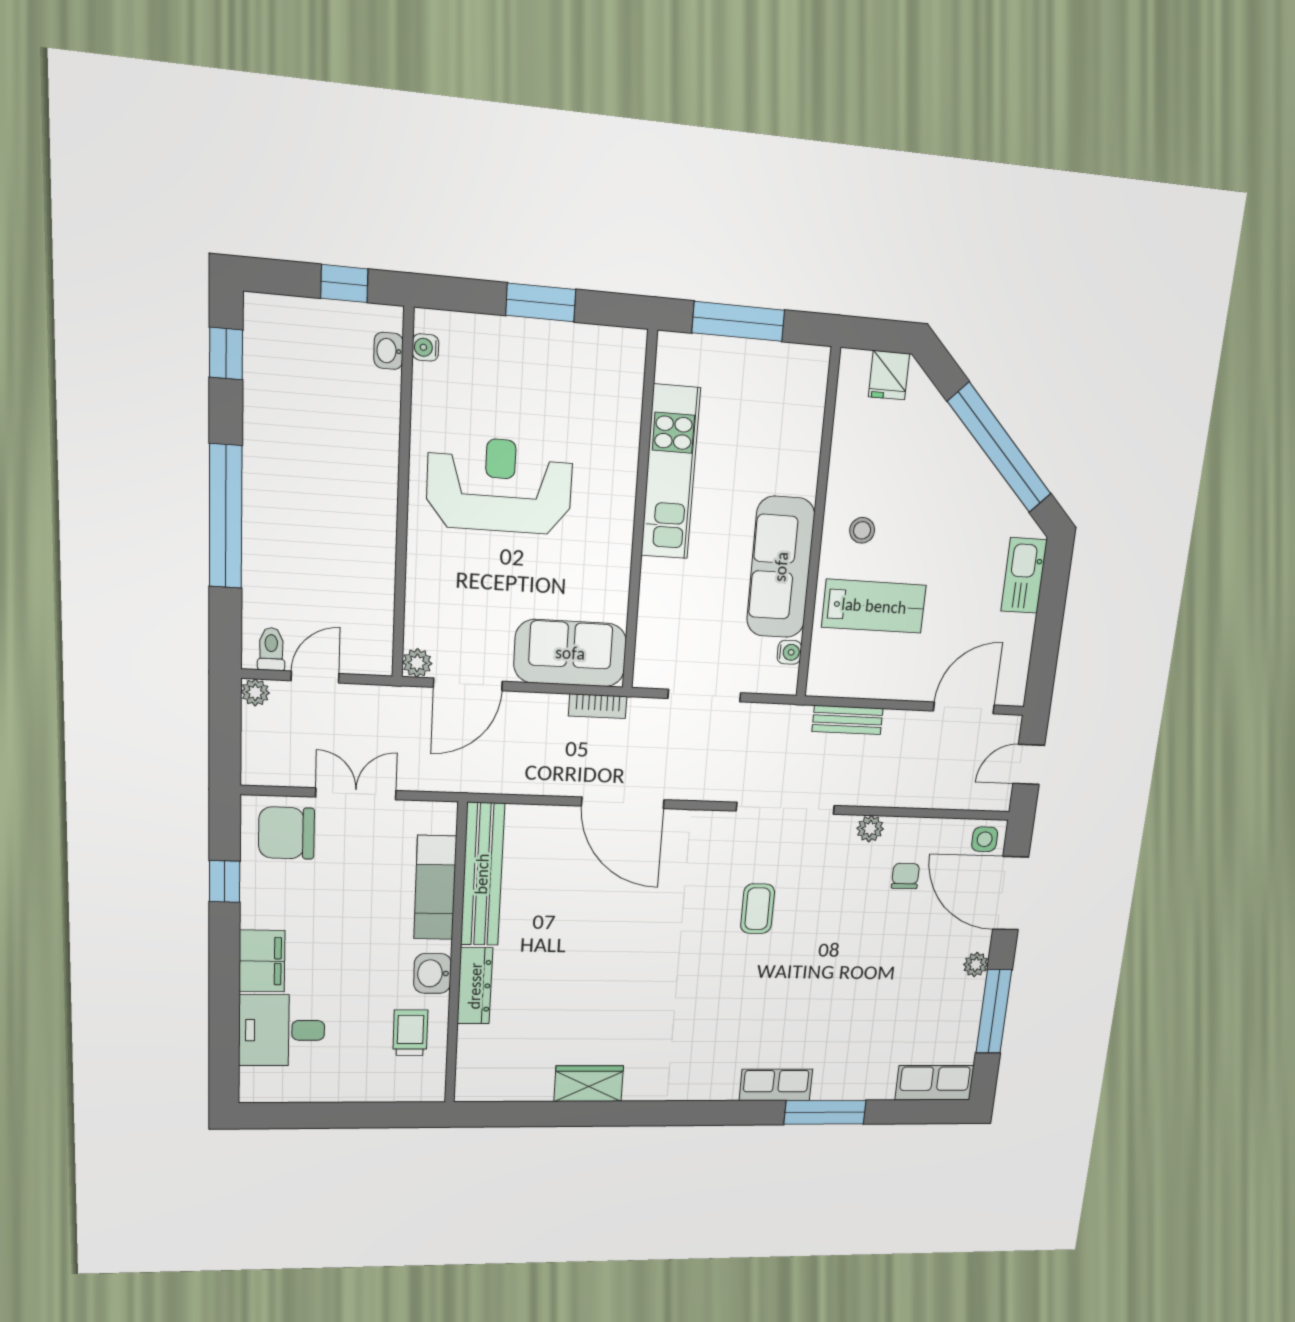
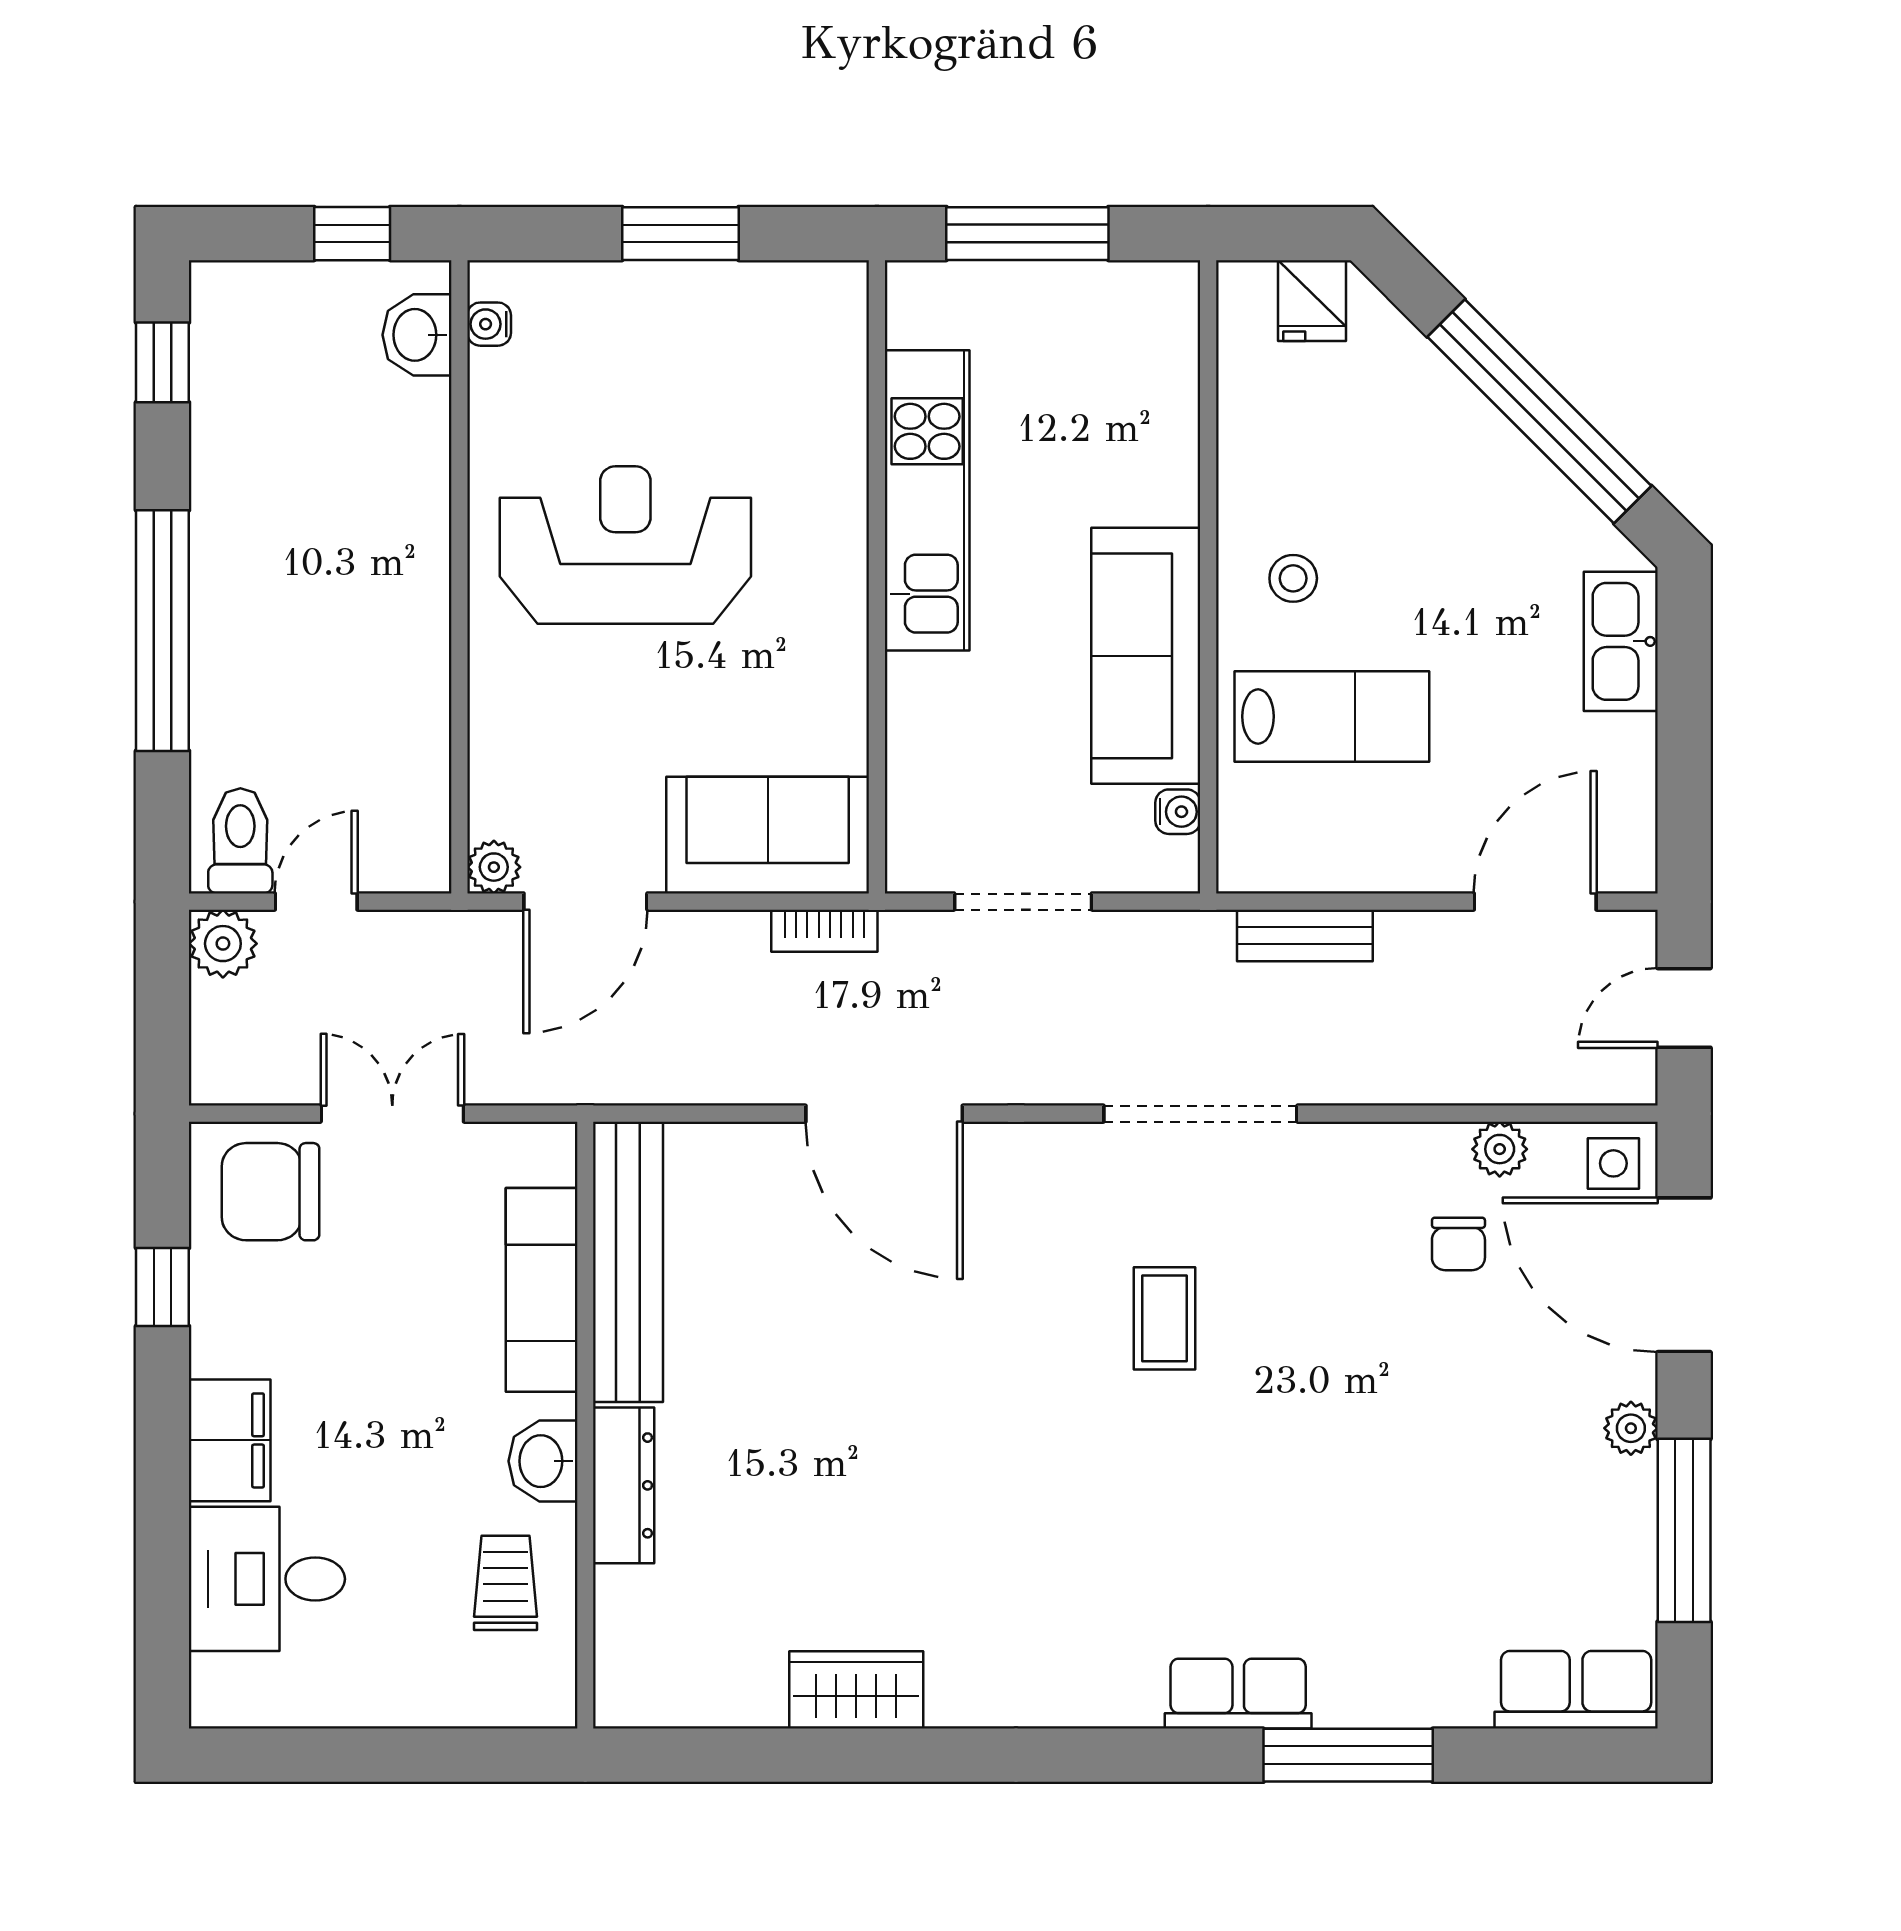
washbasin: (389, 351) -> (417, 335), width x1.38, depth x1.45
toilet: (271, 649) -> (240, 841), width x1.37, depth x1.39
plant: (255, 692) -> (223, 944), width x1.38, depth x1.38
plant: (870, 829) -> (1500, 1149), moved
chair: (905, 876) -> (1458, 1244), turned 180

